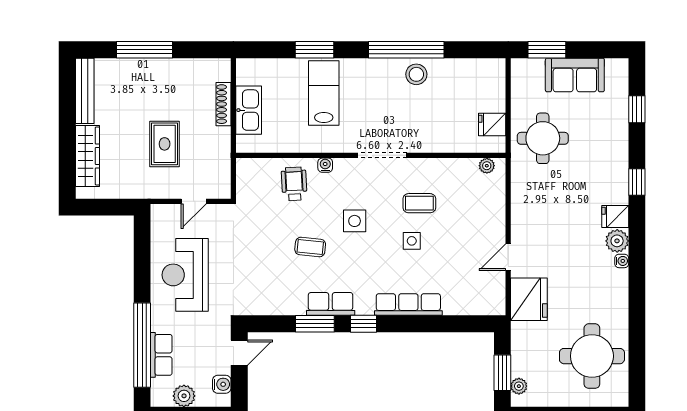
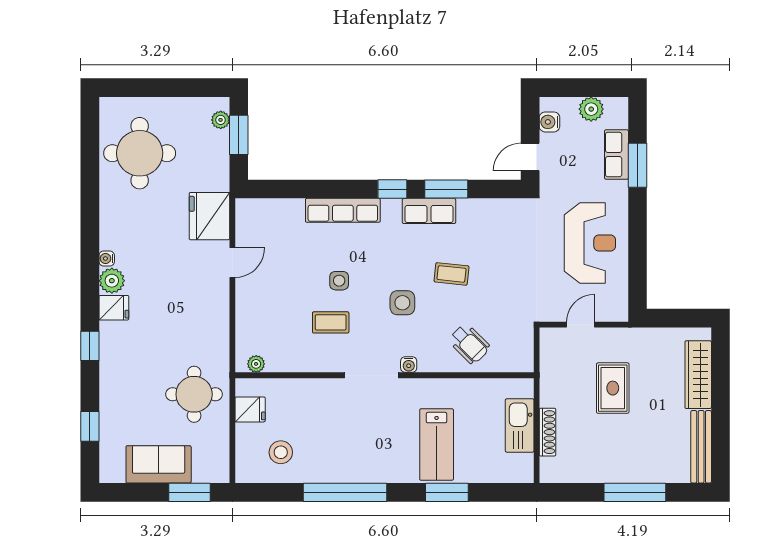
stool: (416, 74) -> (281, 452), moved
water cooler: (325, 165) -> (409, 365), moved
wheelchair: (294, 184) -> (469, 344), turned -42
window: (142, 345) -> (638, 165), width x0.47

